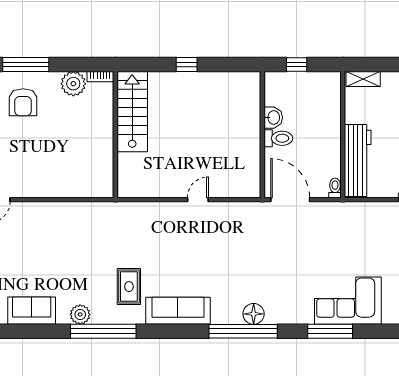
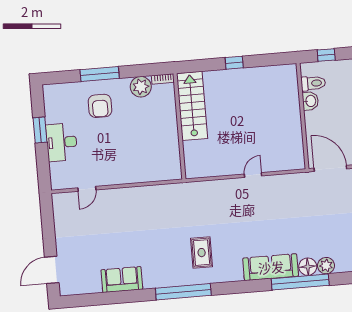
toilet: (278, 138) -> (313, 83), moved
sofa: (178, 311) -> (271, 267), moved
plant: (80, 314) -> (326, 266), moved

